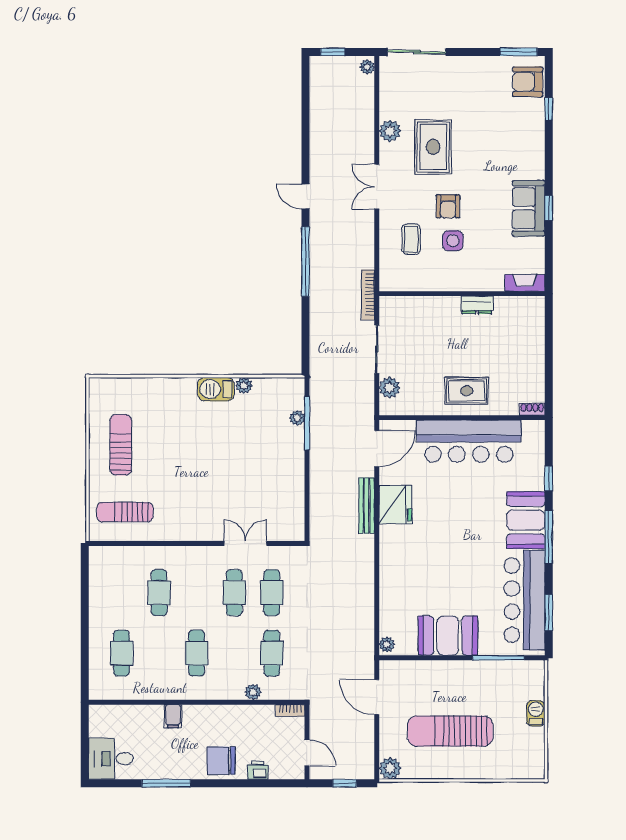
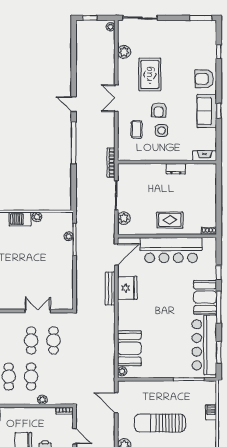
armchair: (528, 82) -> (204, 79), moved
plant: (390, 131) -> (124, 52), moved
booth: (448, 636) -> (129, 348), moved, turned 90
cafe table: (272, 653) -> (31, 377), moved

